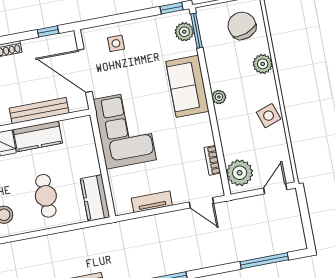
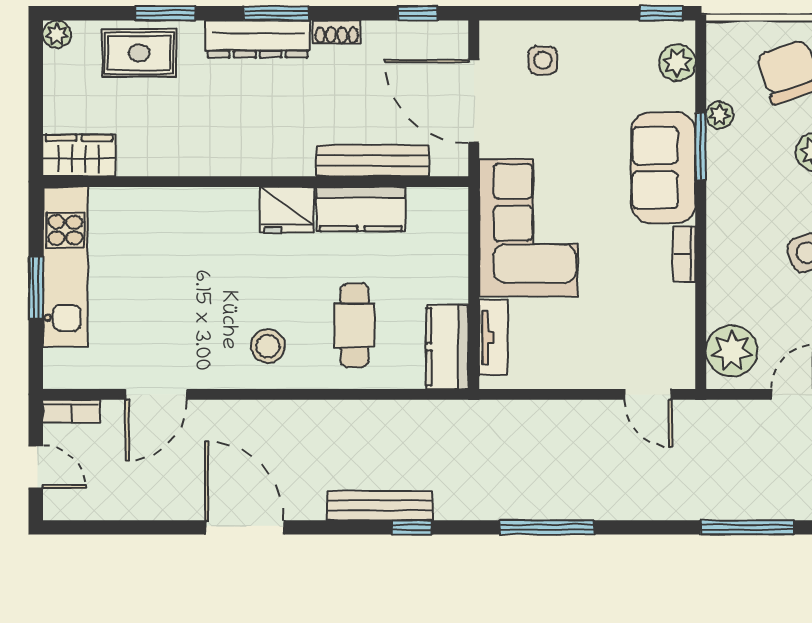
window: (196, 31) -> (701, 146), moved
plant: (219, 97) -> (720, 115), moved
bookcase: (212, 160) -> (684, 254), moved
tv unit: (152, 202) -> (494, 337), moved, turned 90

